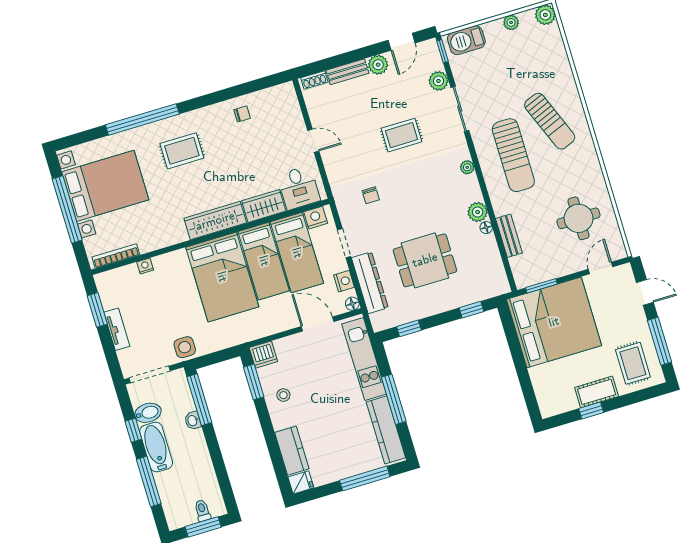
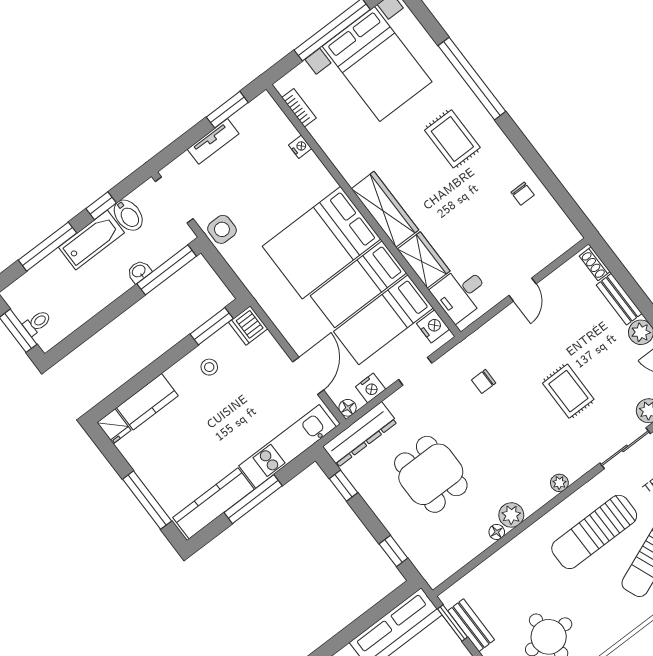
bench: (509, 236) -> (471, 625), moved, turned 90
bookcase: (116, 256) -> (299, 108), width x0.64
dresser: (370, 283) -> (360, 434), moved

